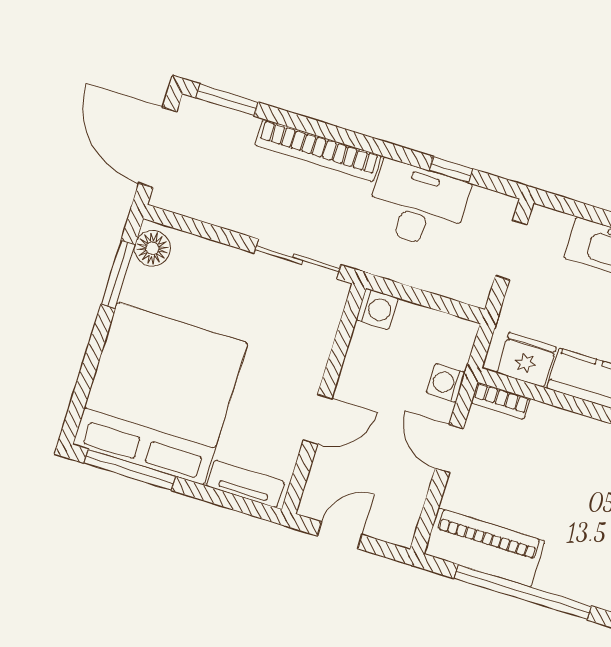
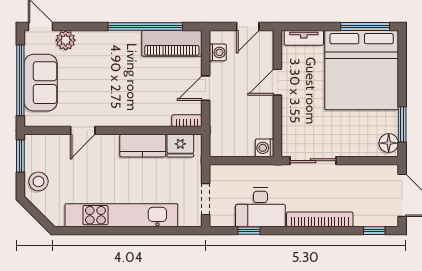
window: (227, 100) -> (374, 231), width x0.67
washing machine: (446, 383) -> (218, 52), moved
door: (449, 449) -> (206, 88), swing flipped

